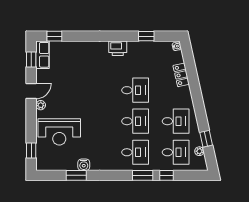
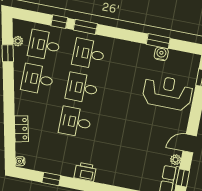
plant: (41, 105) -> (176, 160), moved
water cooler: (84, 165) -> (161, 54), moved

